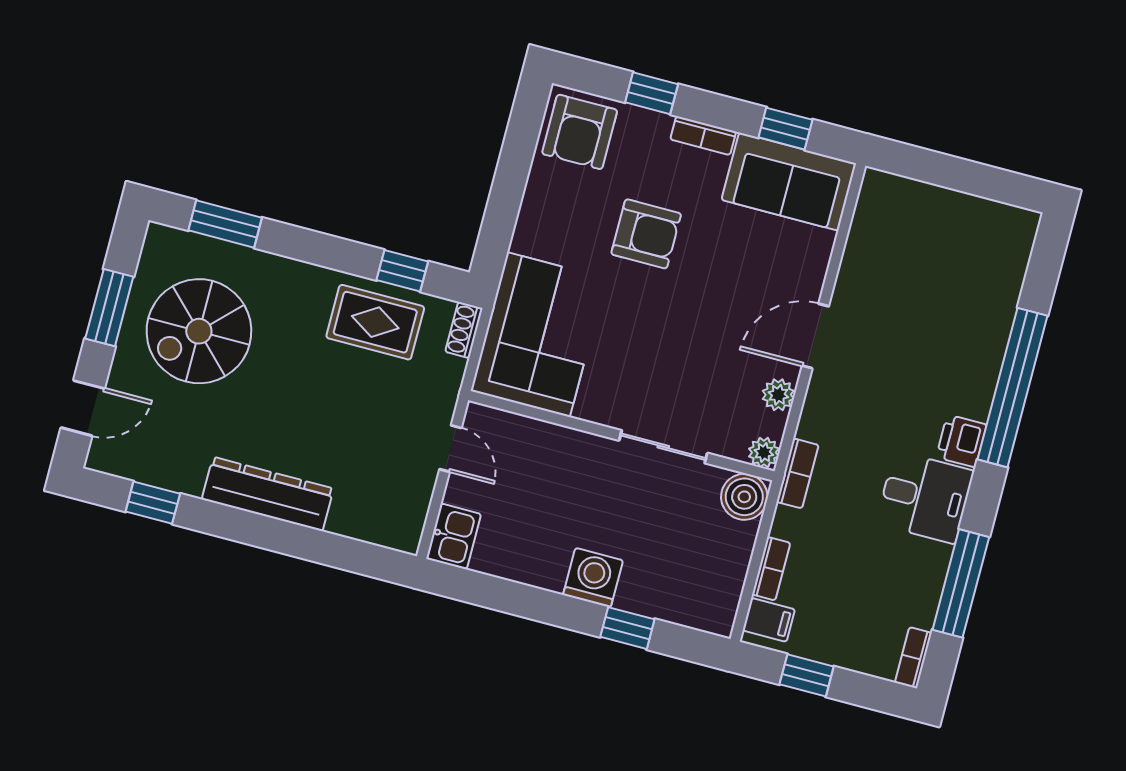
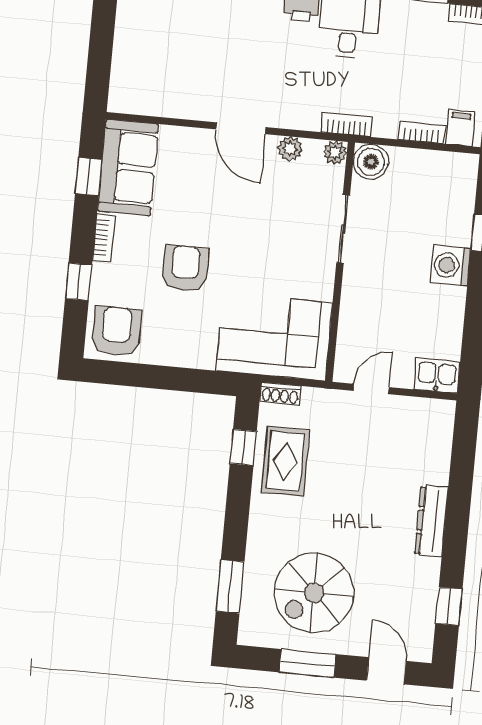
armchair: (580, 132) -> (117, 331), turned -90
spiral stairs: (199, 331) -> (314, 593), turned 90
dresser: (268, 494) -> (431, 521), width x0.73, depth x0.80

